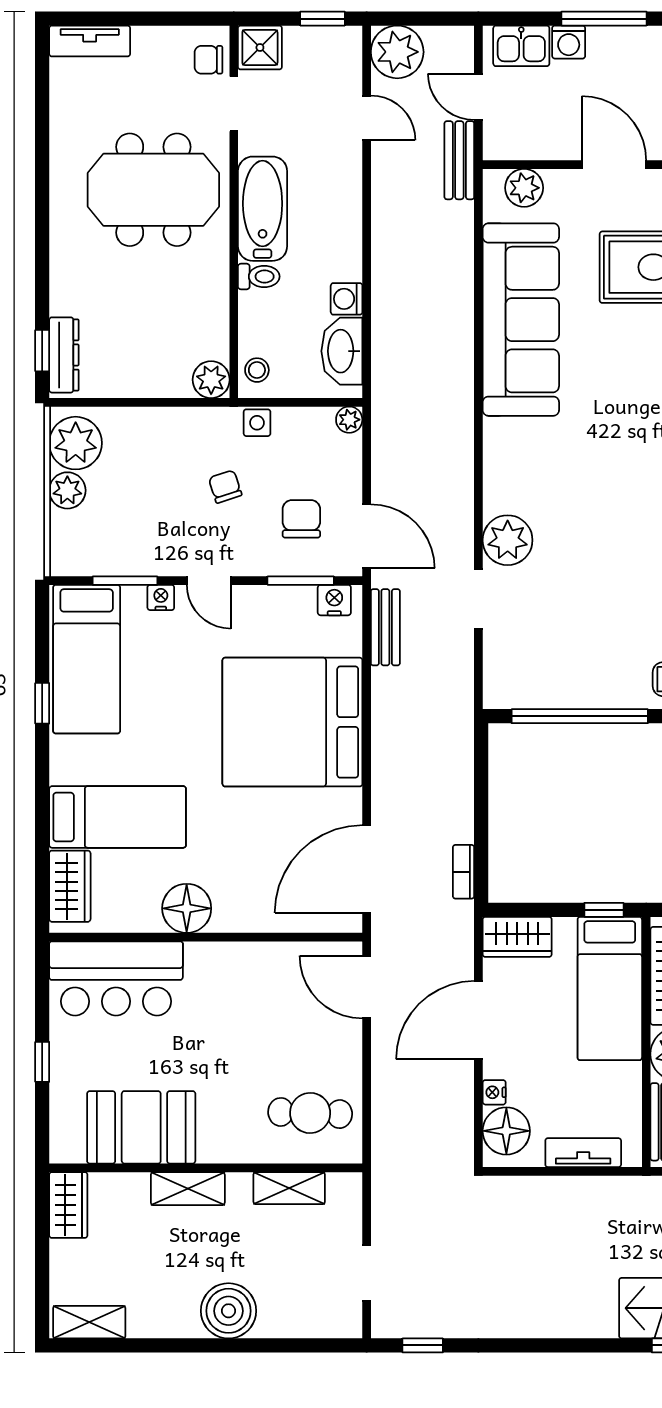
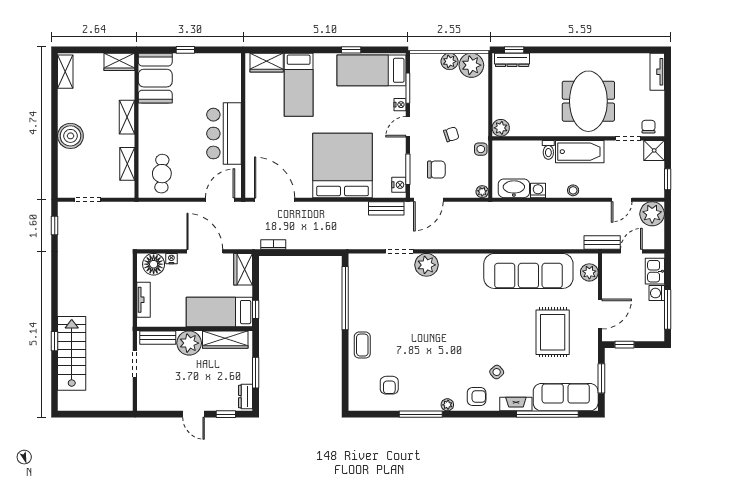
stool: (257, 370) -> (573, 190), moved
floor lamp: (187, 908) -> (256, 117), removed
bar counter: (116, 978) -> (224, 134), moved
booth: (141, 1127) -> (155, 78), moved

